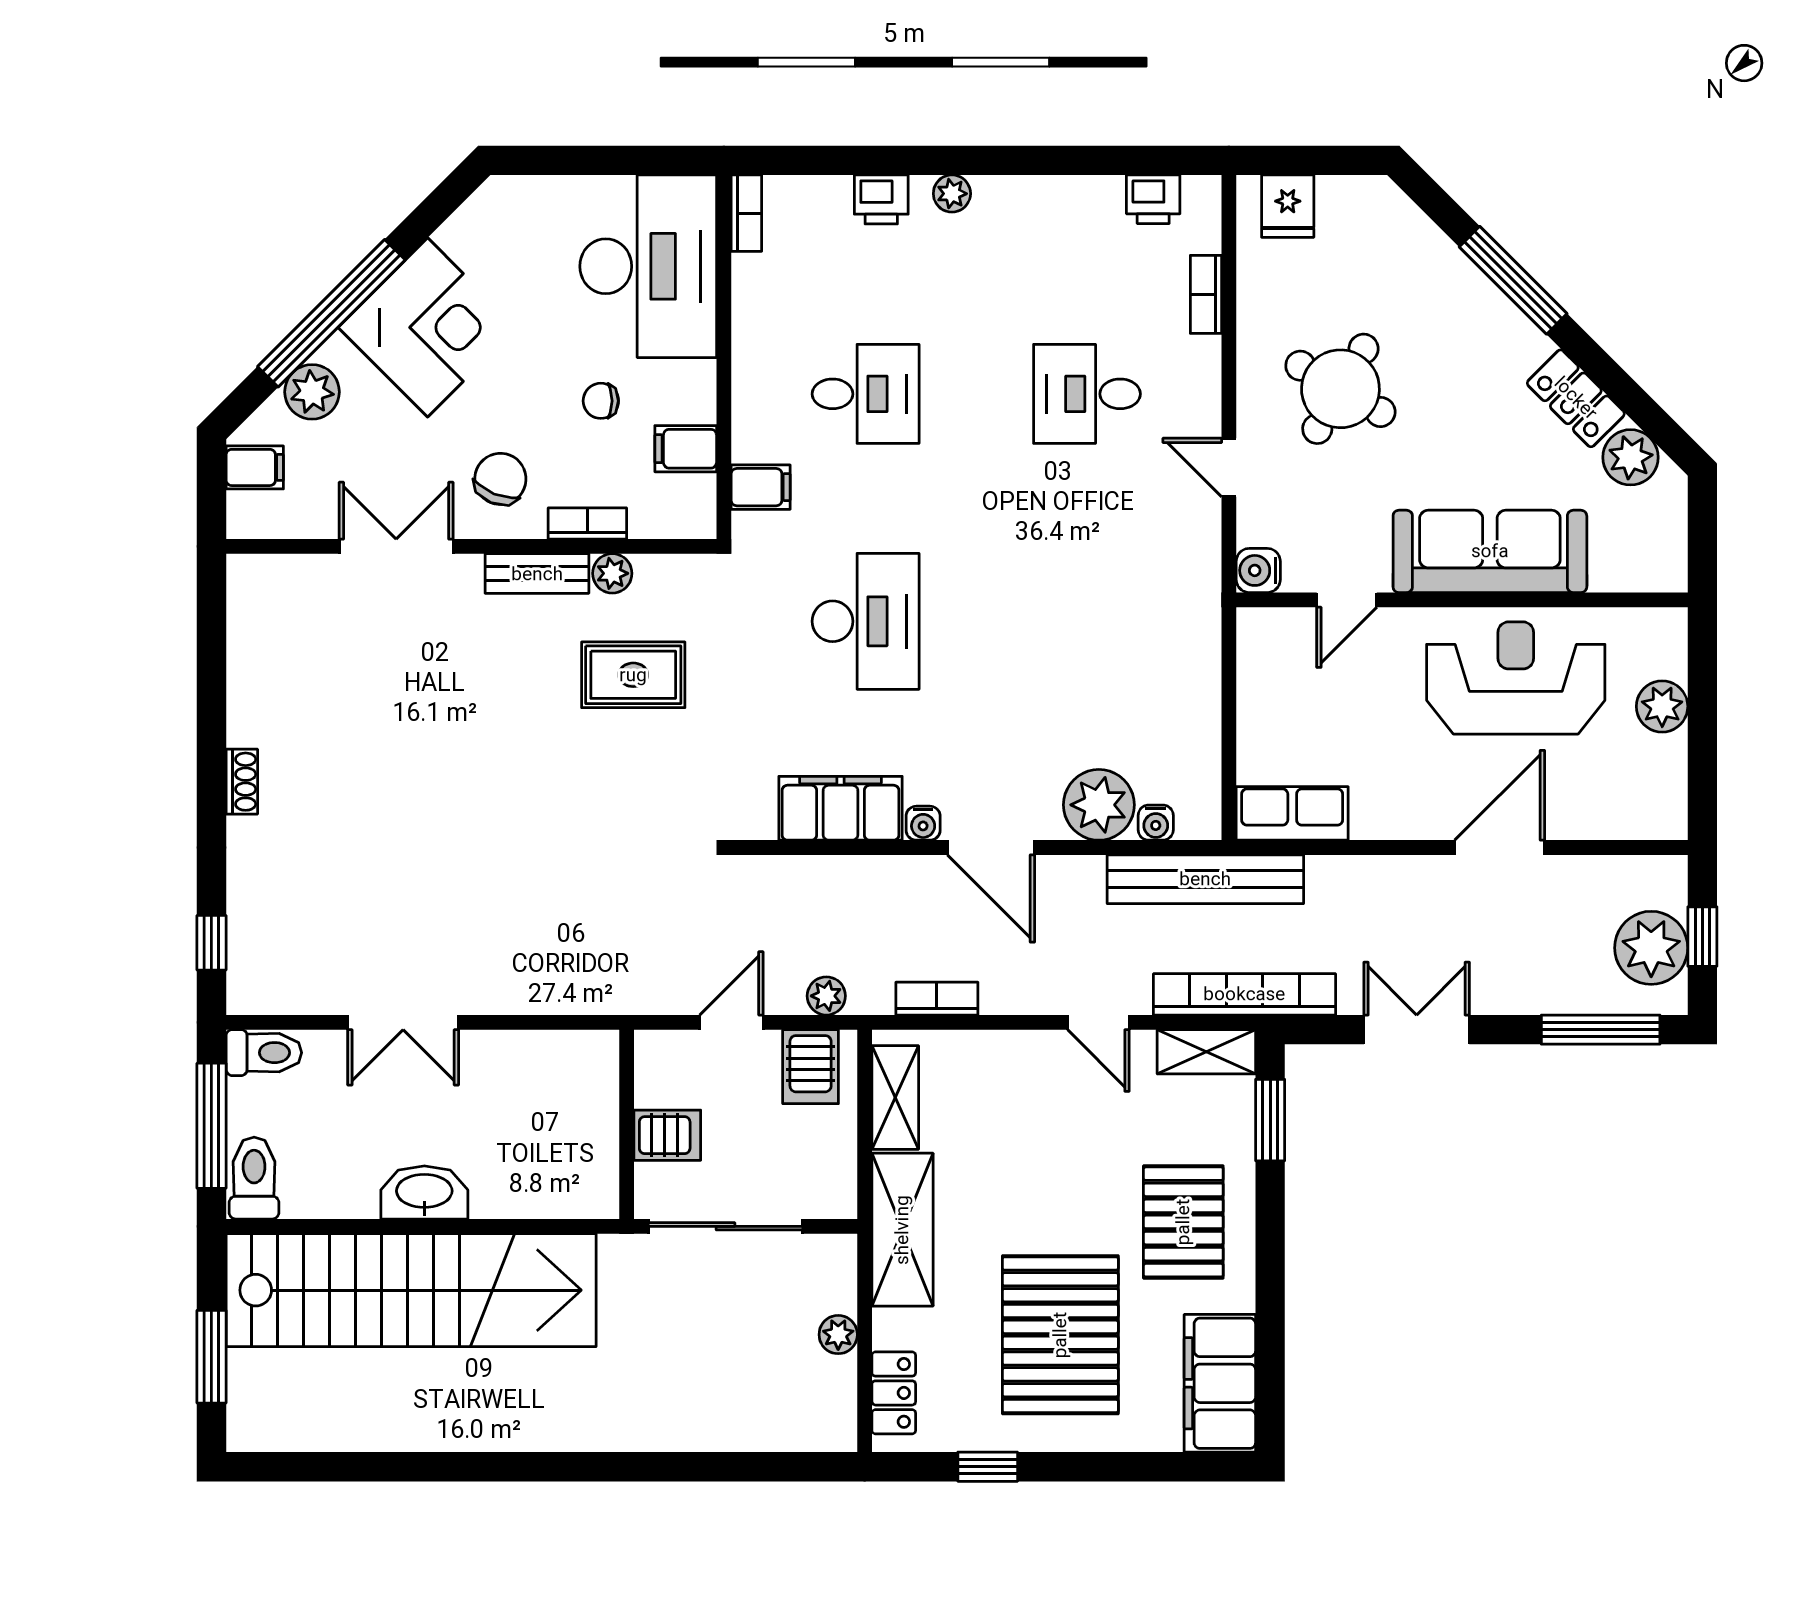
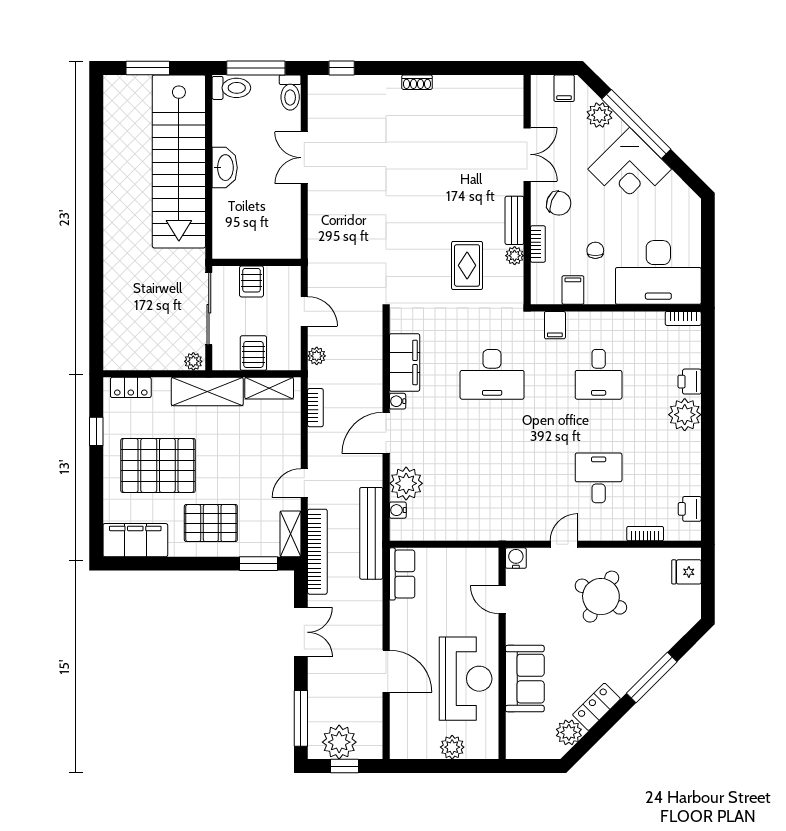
plant: (952, 194) -> (685, 415), width x1.87, depth x1.87
sofa: (1490, 551) -> (525, 679), width x0.73
server rack: (811, 1067) -> (253, 353), moved, turned 90
plant: (838, 1335) -> (193, 361), moved

